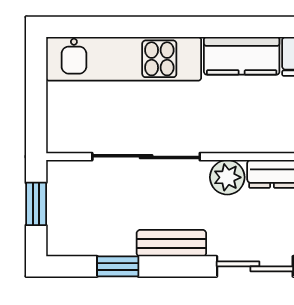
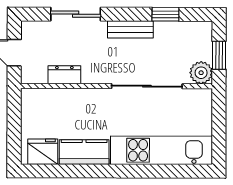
plant: (227, 177) -> (201, 73), moved

